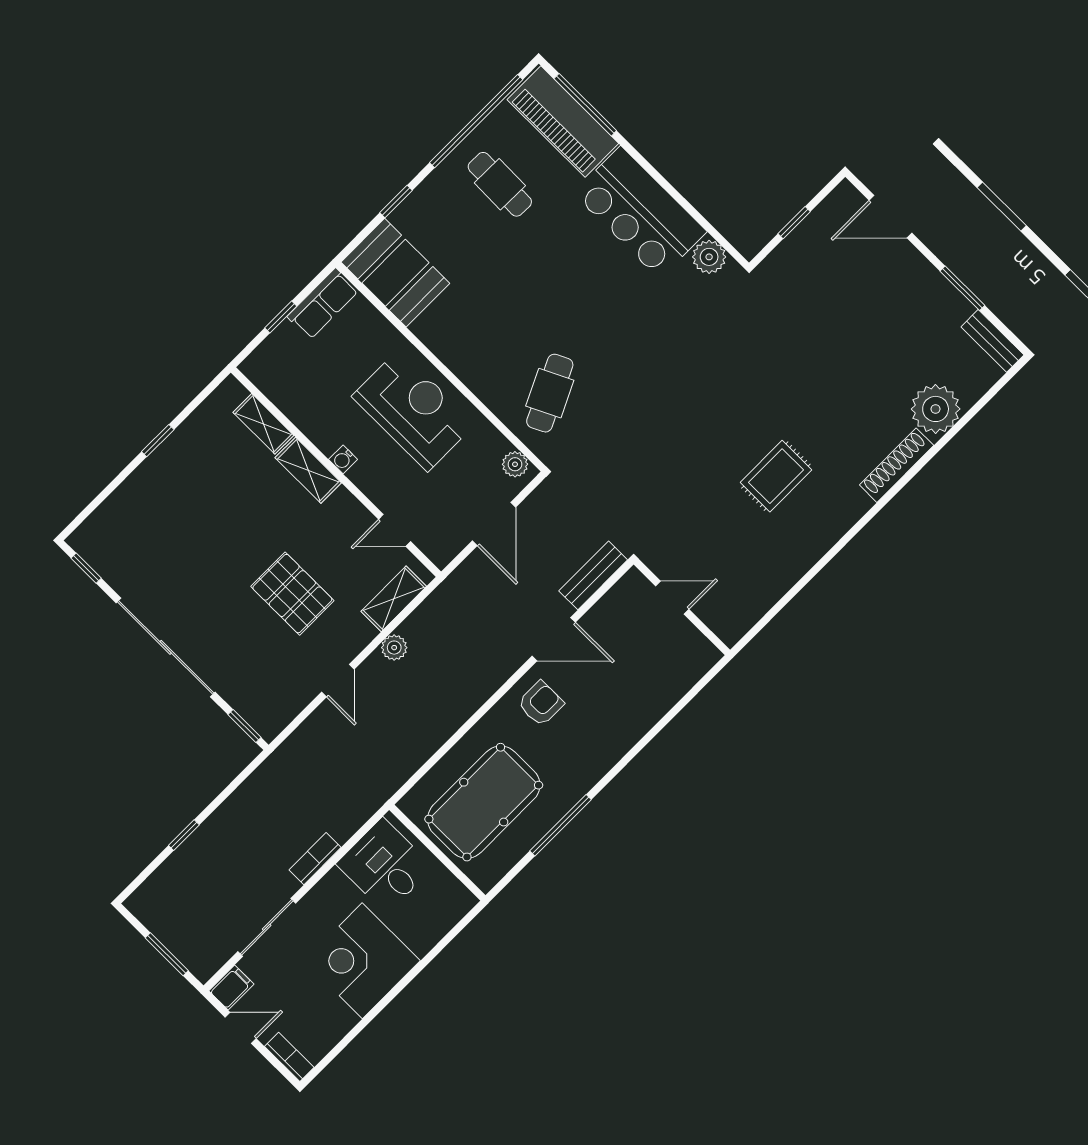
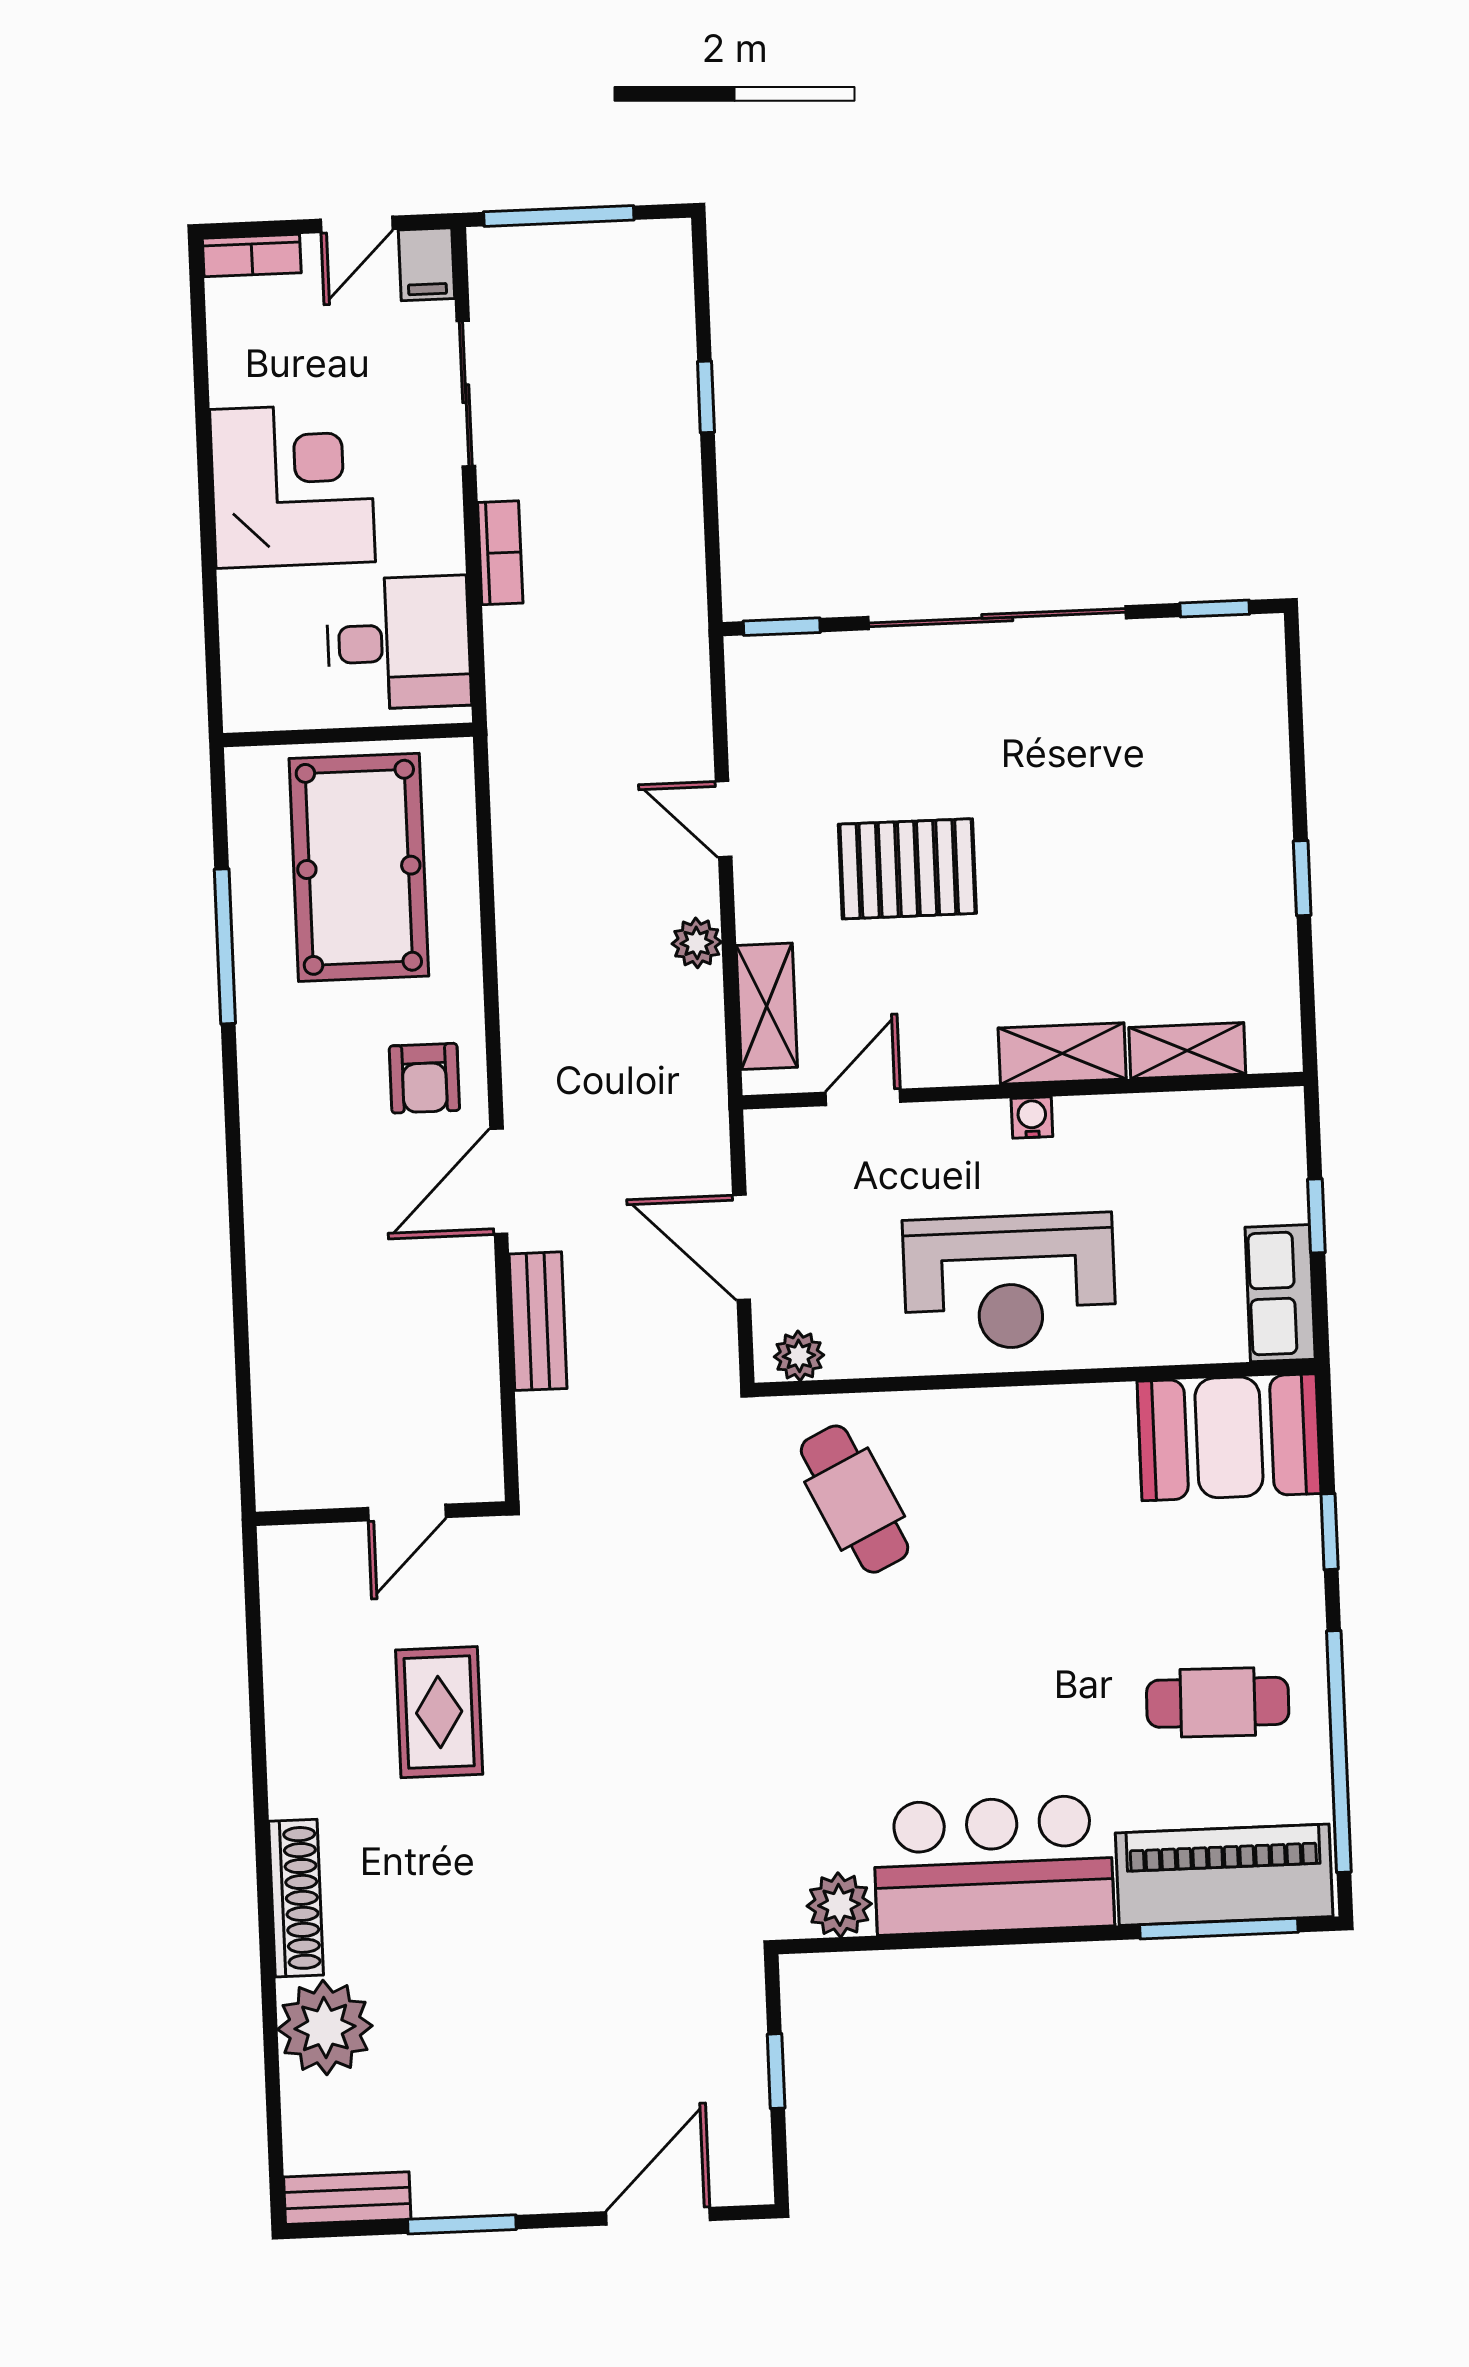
door: (672, 598) -> (407, 1513), moved
wall: (682, 607) -> (381, 1514), moved
window: (167, 954) -> (559, 216), width x1.44

